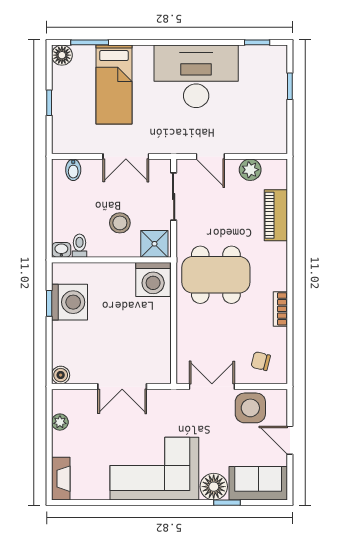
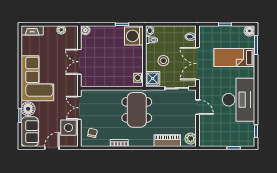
double door: (126, 156) -> (197, 64), width x1.37
door: (210, 156) -> (197, 107), swing flipped
plant: (250, 170) -> (191, 139), moved
washing machine: (153, 279) -> (138, 78), width x0.53, depth x0.53
washing machine: (70, 302) -> (134, 36), moved, turned 90
double door: (212, 387) -> (79, 108), swing flipped

